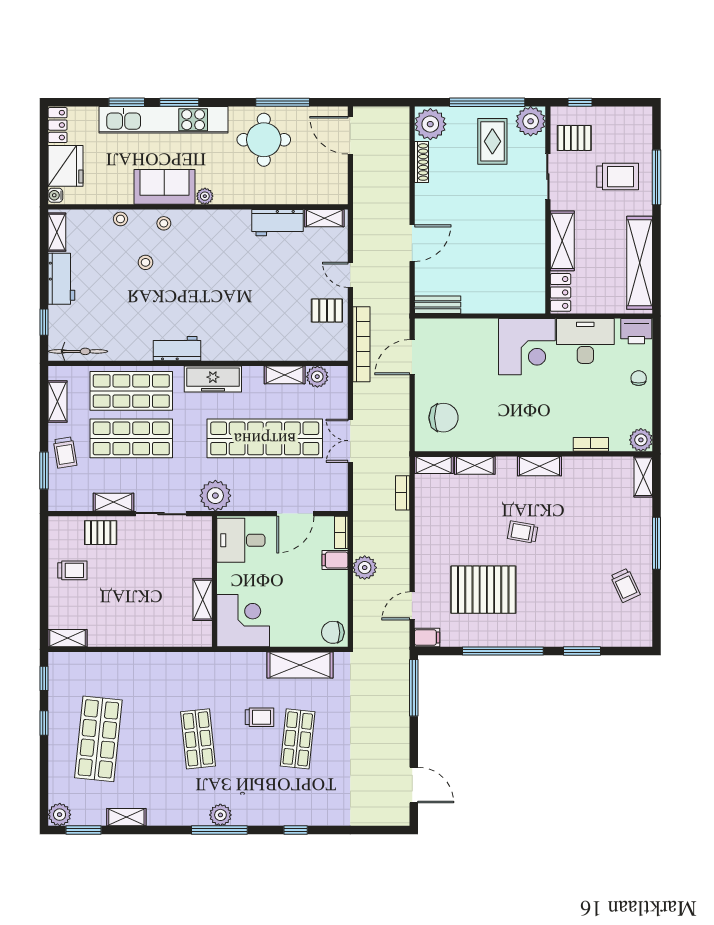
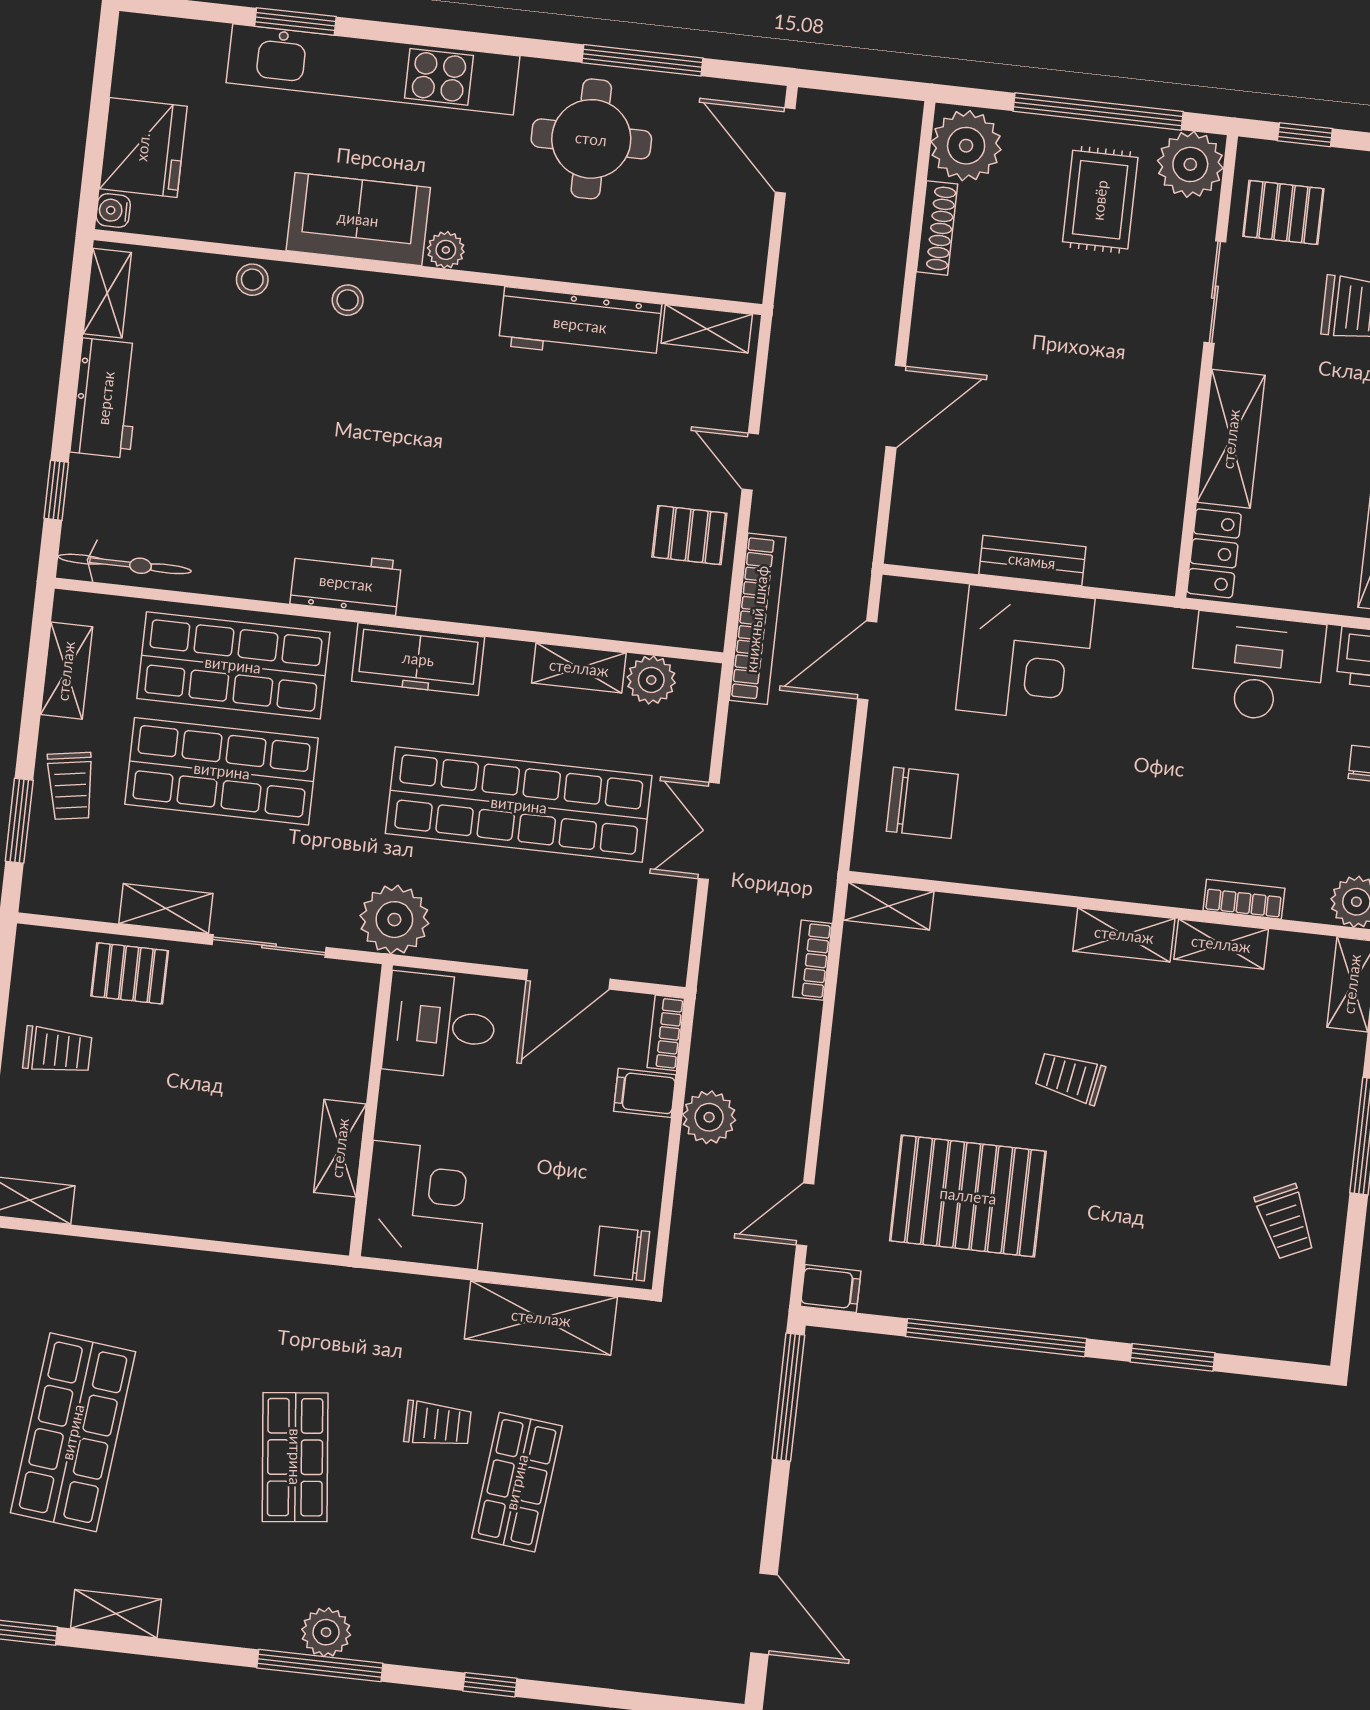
window: (179, 102) -> (412, 35), removed
locker: (58, 125) -> (136, 55), removed
workbench: (278, 223) -> (580, 325), width x1.38
stool: (146, 262) -> (297, 383), removed
bench: (438, 305) -> (1032, 561), moved
corner desk: (527, 347) -> (1025, 654), moved
shelving: (475, 465) -> (1221, 944), moved

